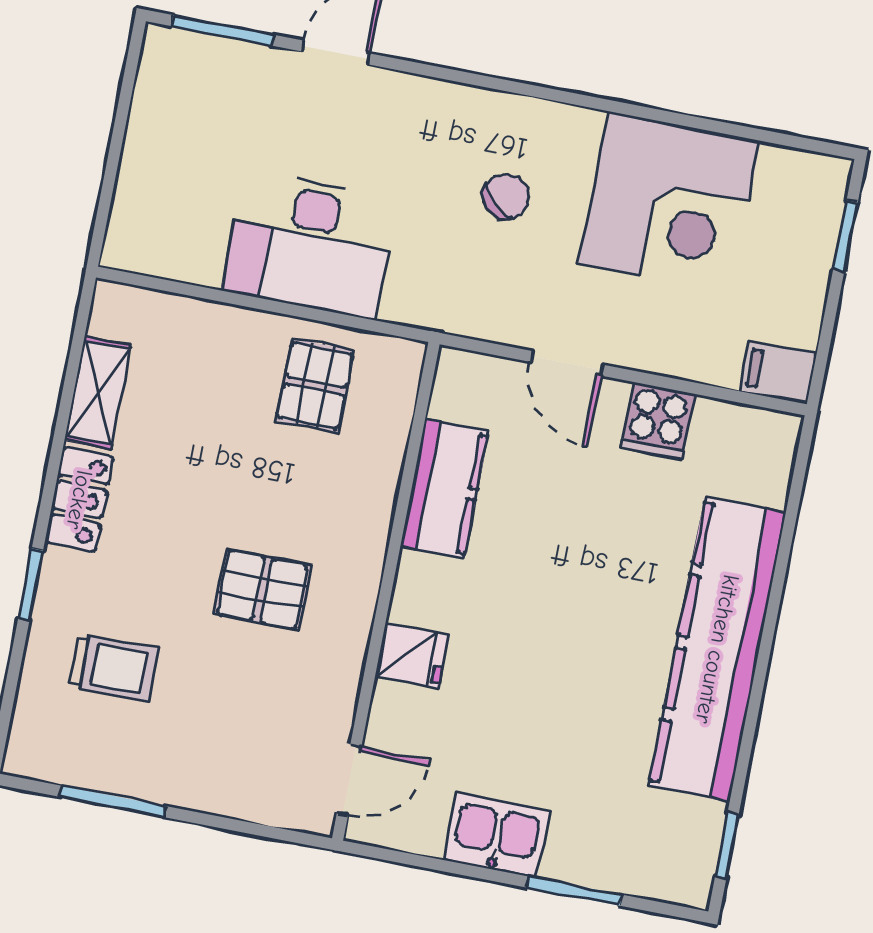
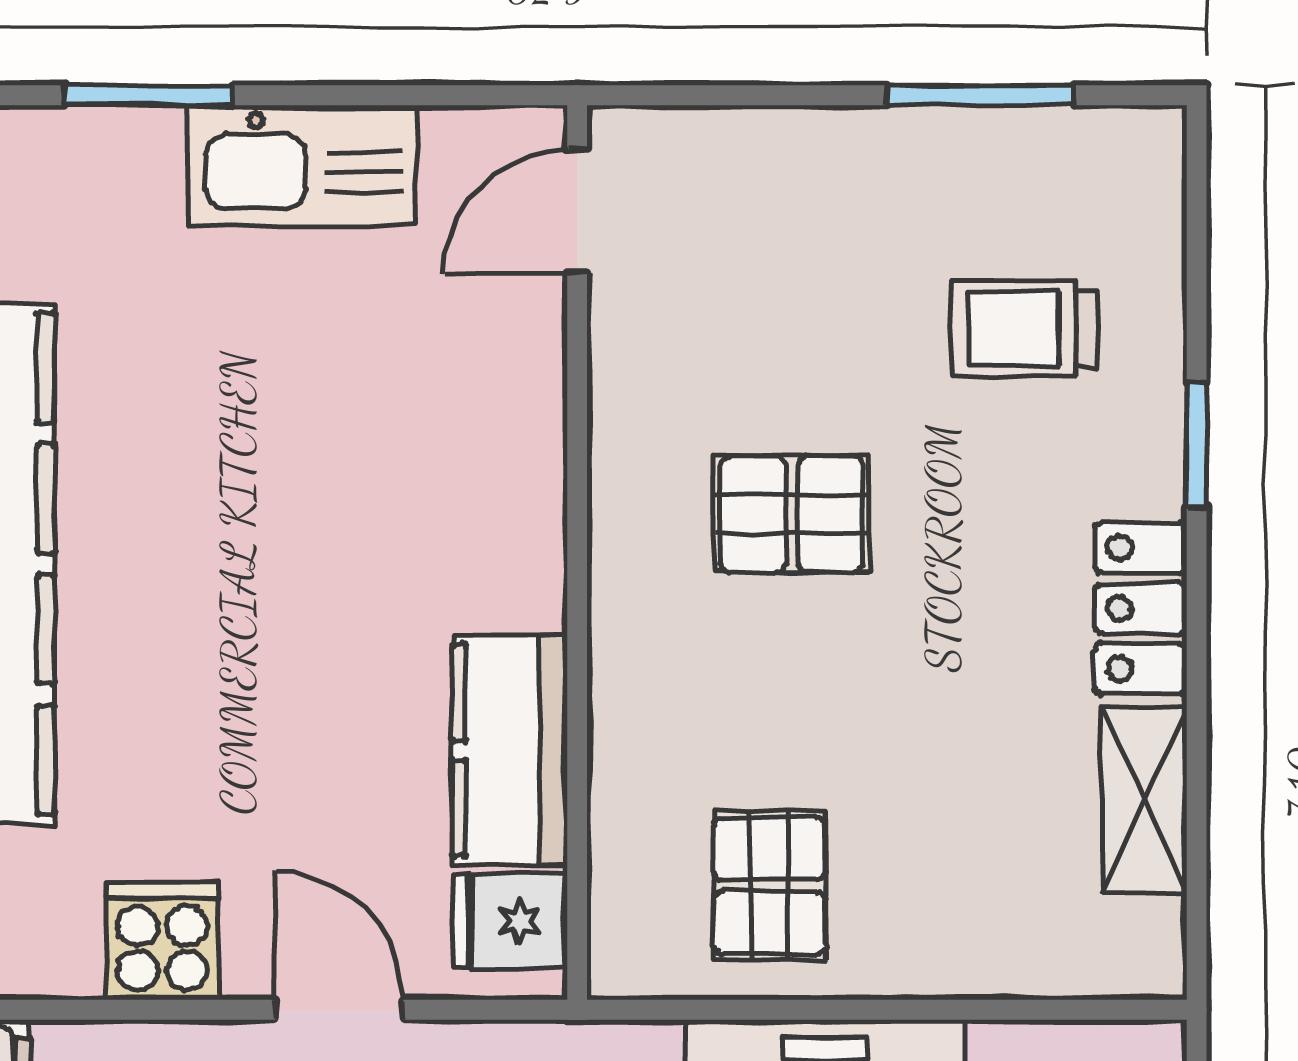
fridge: (412, 656) -> (510, 921), moved
kitchen sink: (497, 836) -> (302, 166), width x1.38

